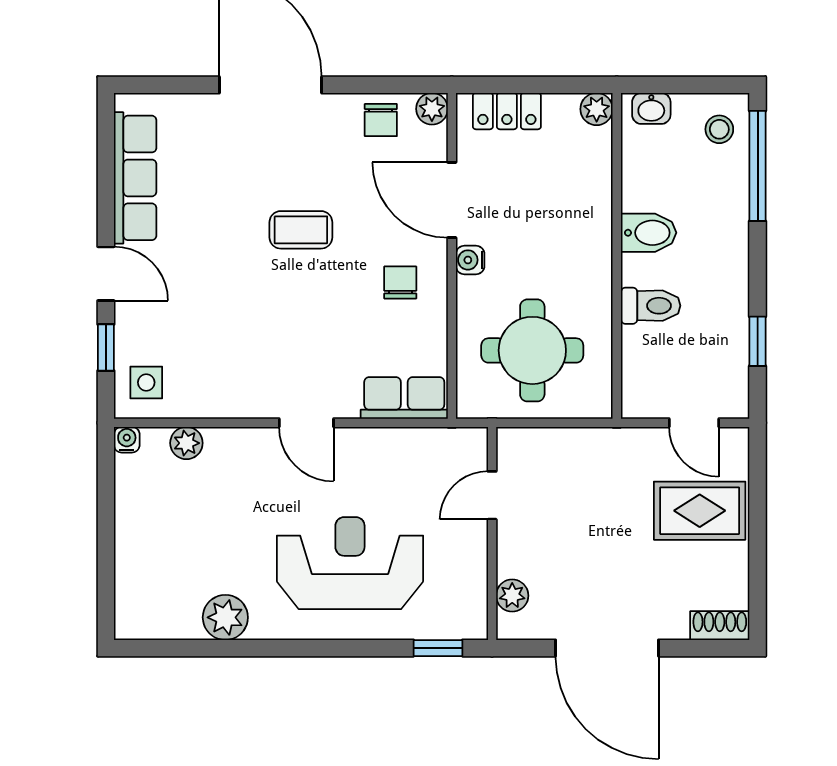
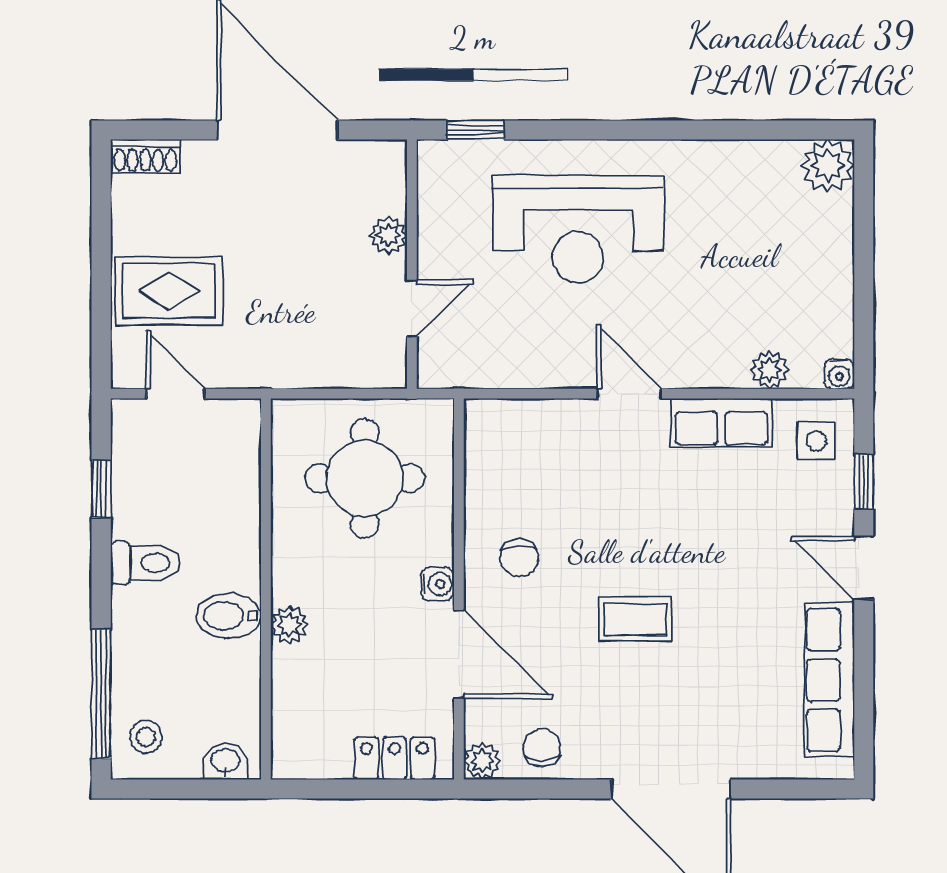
plant: (597, 109) -> (289, 625), moved
toilet: (651, 306) -> (145, 563), moved, turned 180
row of seats: (404, 398) -> (721, 423), moved
plant: (512, 596) -> (388, 235), moved
plant: (225, 617) -> (828, 166), moved

